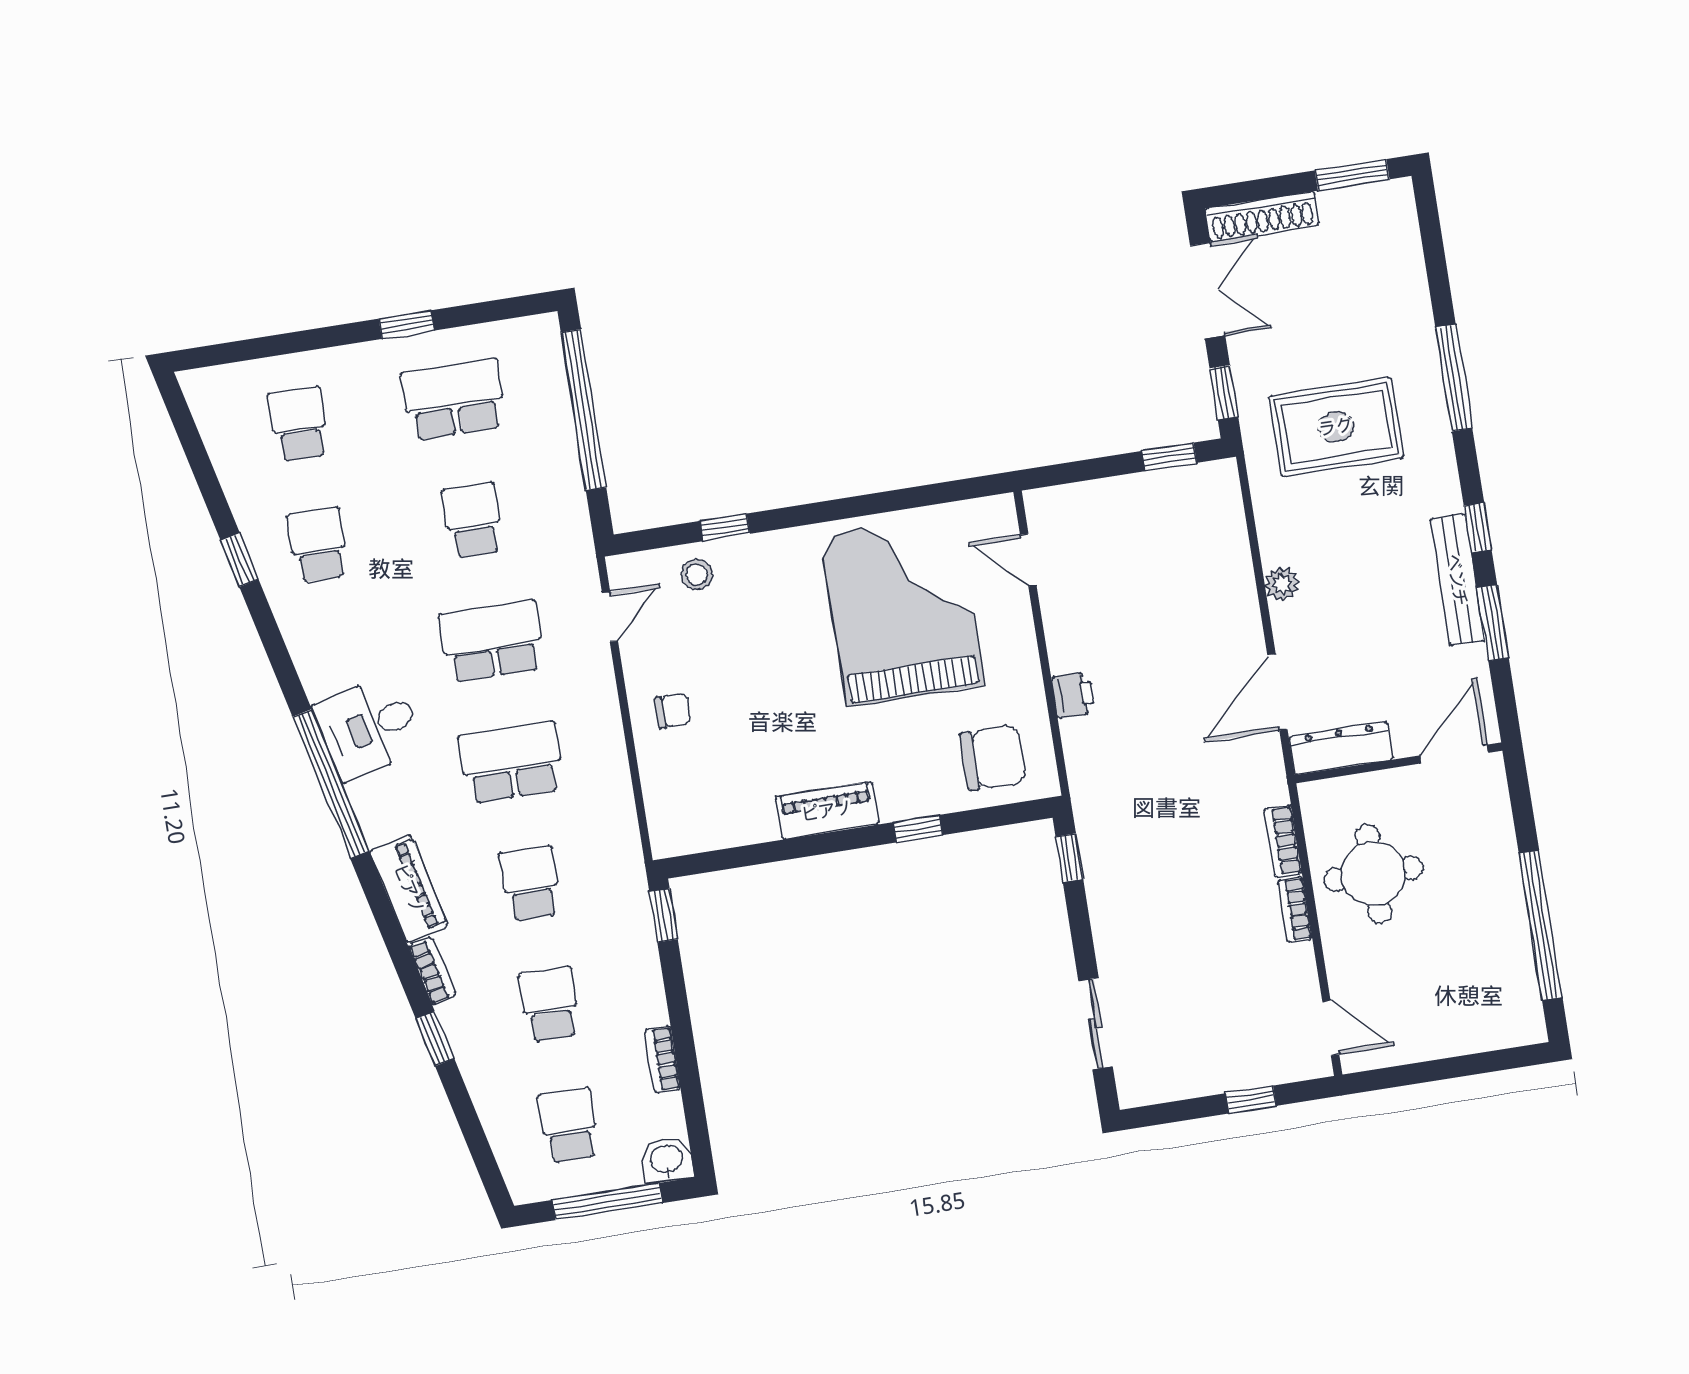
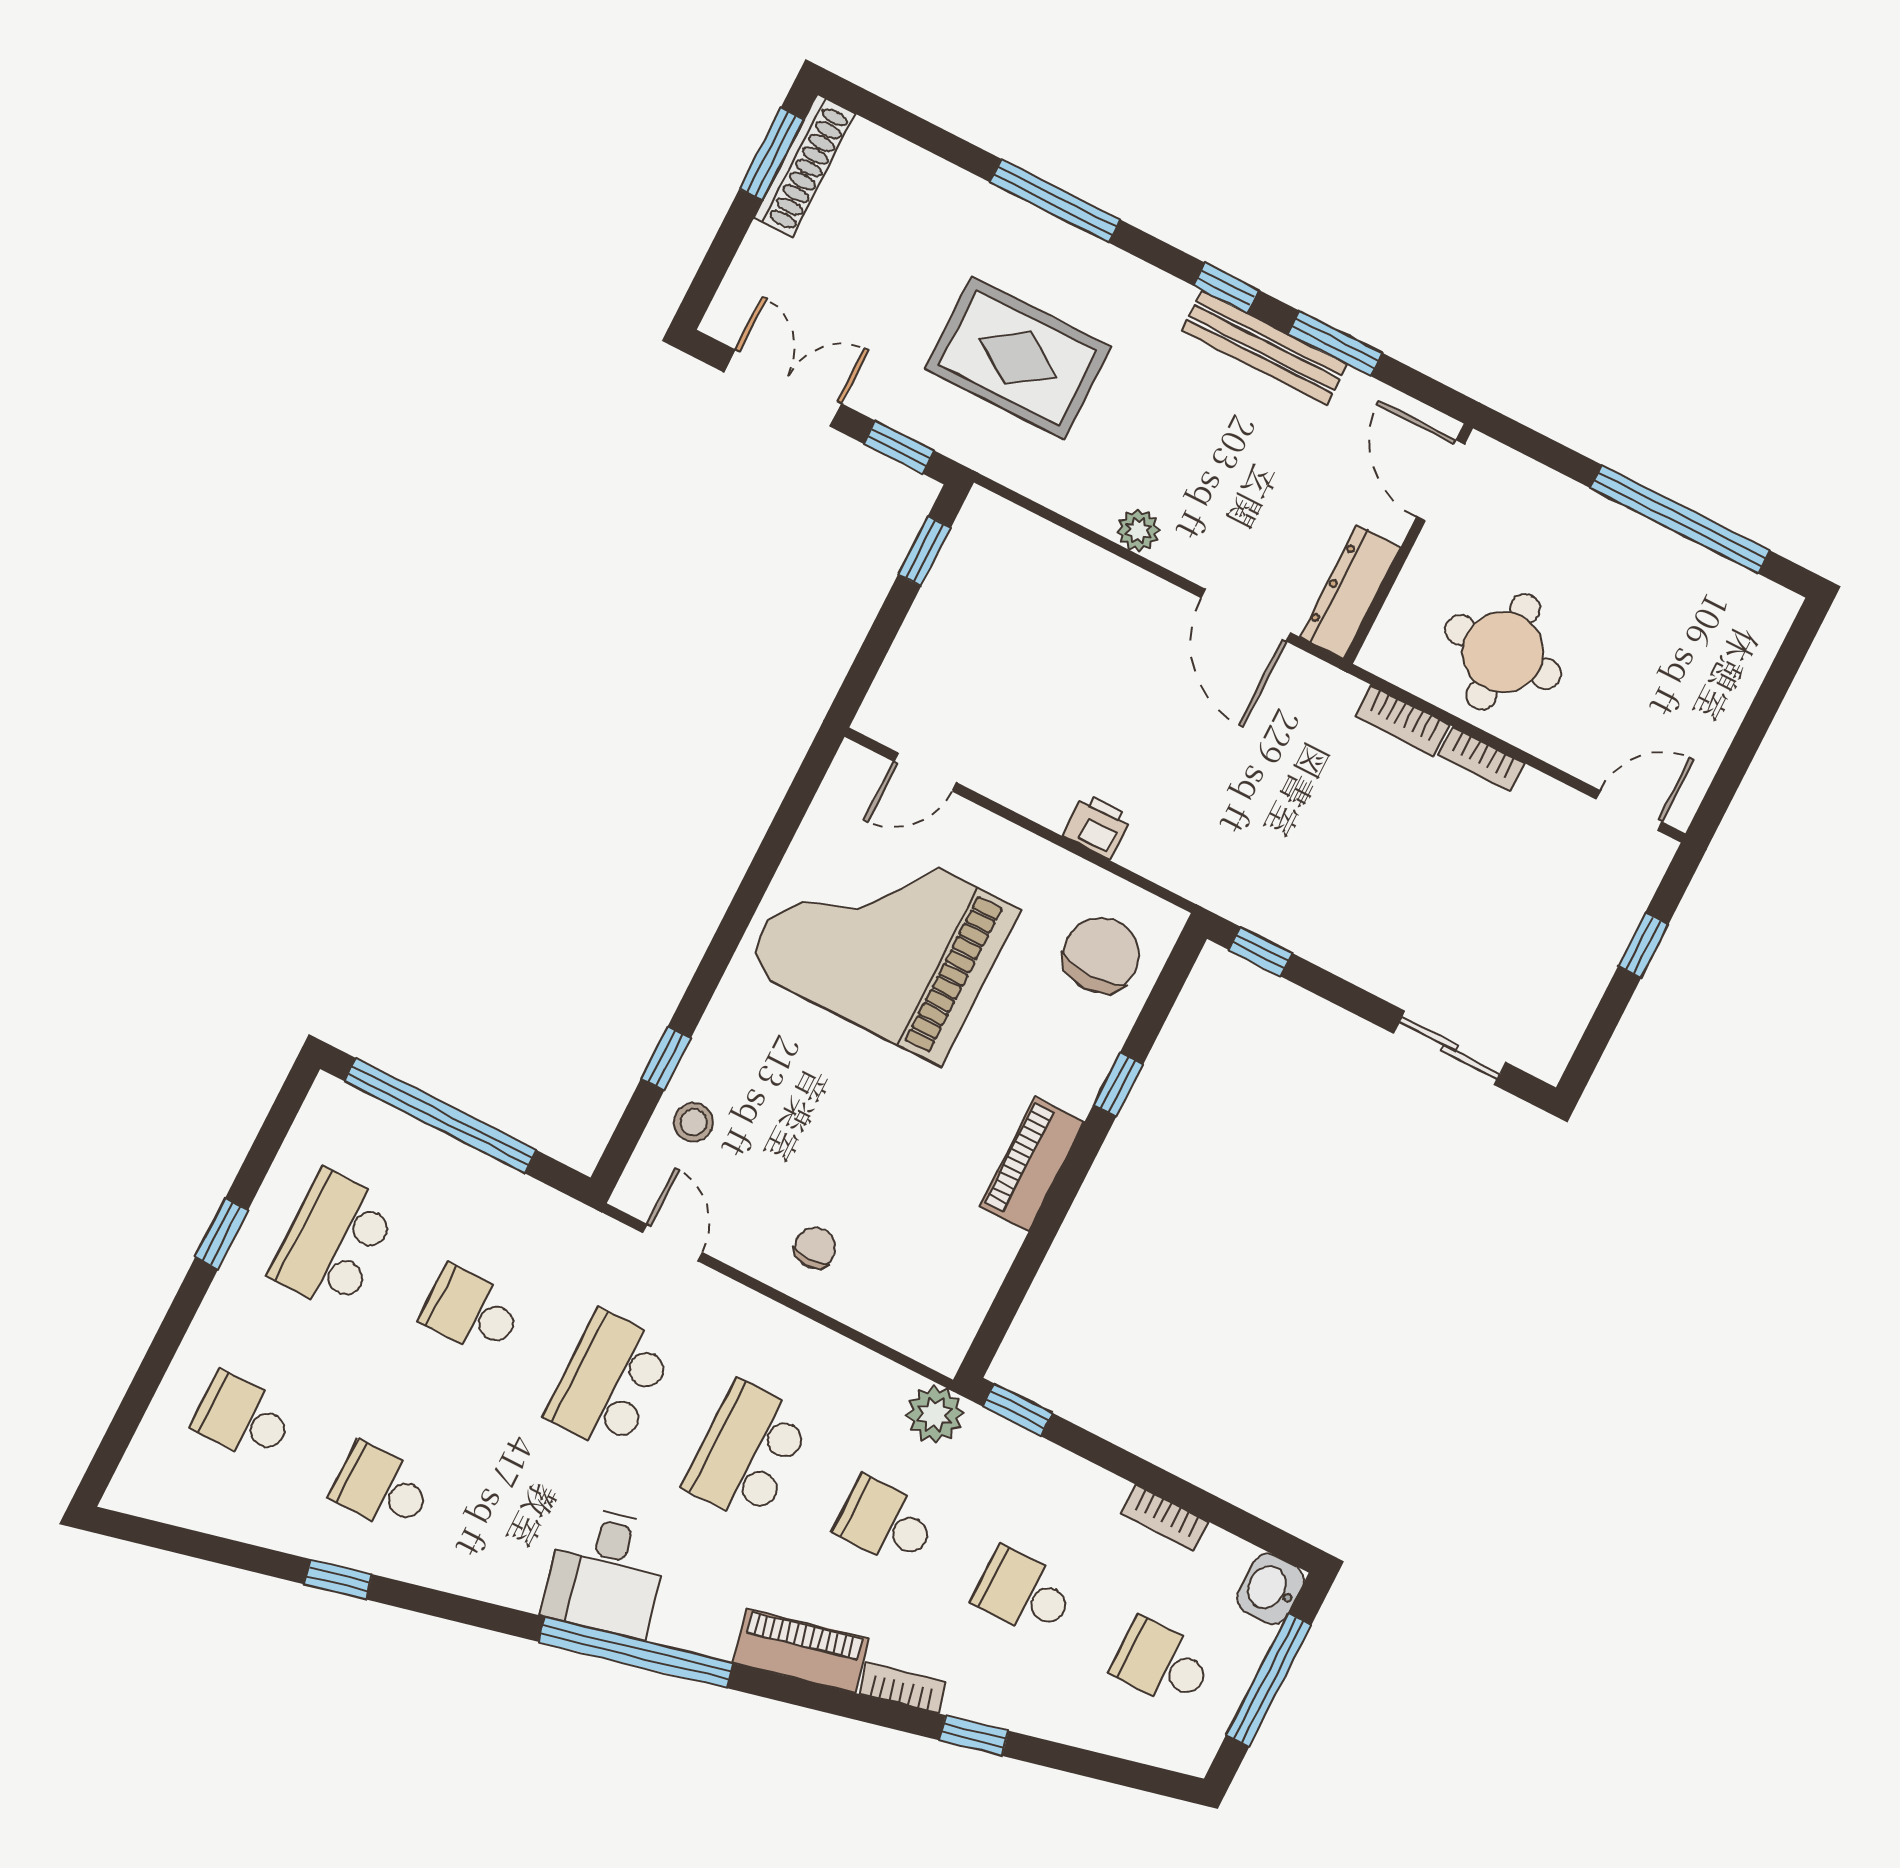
shoe rack: (1262, 217) -> (804, 166), moved
rug: (1336, 427) -> (1018, 358), turned 90
plant: (622, 864) -> (935, 1414), added

